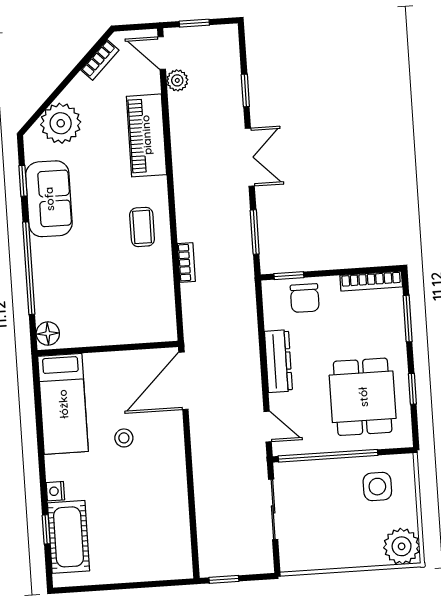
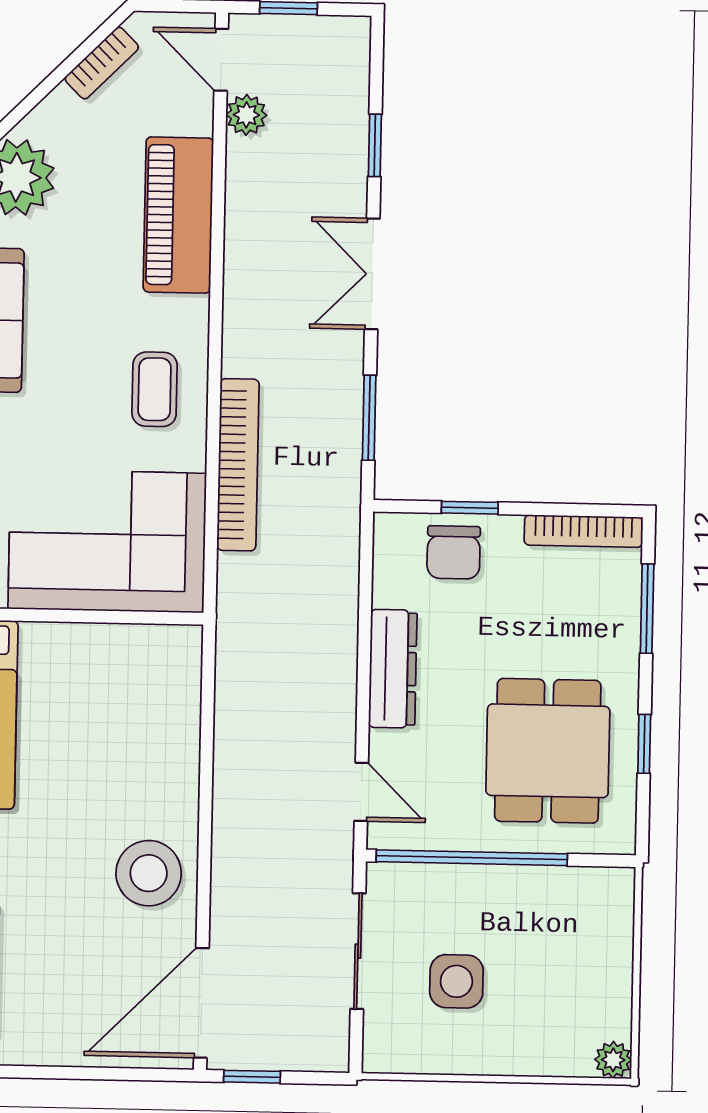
double door: (250, 157) -> (372, 274), swing flipped
bookcase: (186, 263) -> (238, 465), width x2.31, depth x1.31
window: (289, 276) -> (470, 508), moved
corner sofa: (124, 308) -> (107, 541), added
door: (183, 381) -> (201, 1003), moved
stool: (124, 438) -> (149, 873), moved, width x1.89, depth x1.89
side table: (377, 487) -> (456, 981), moved
plant: (402, 546) -> (613, 1060), width x0.53, depth x0.53

